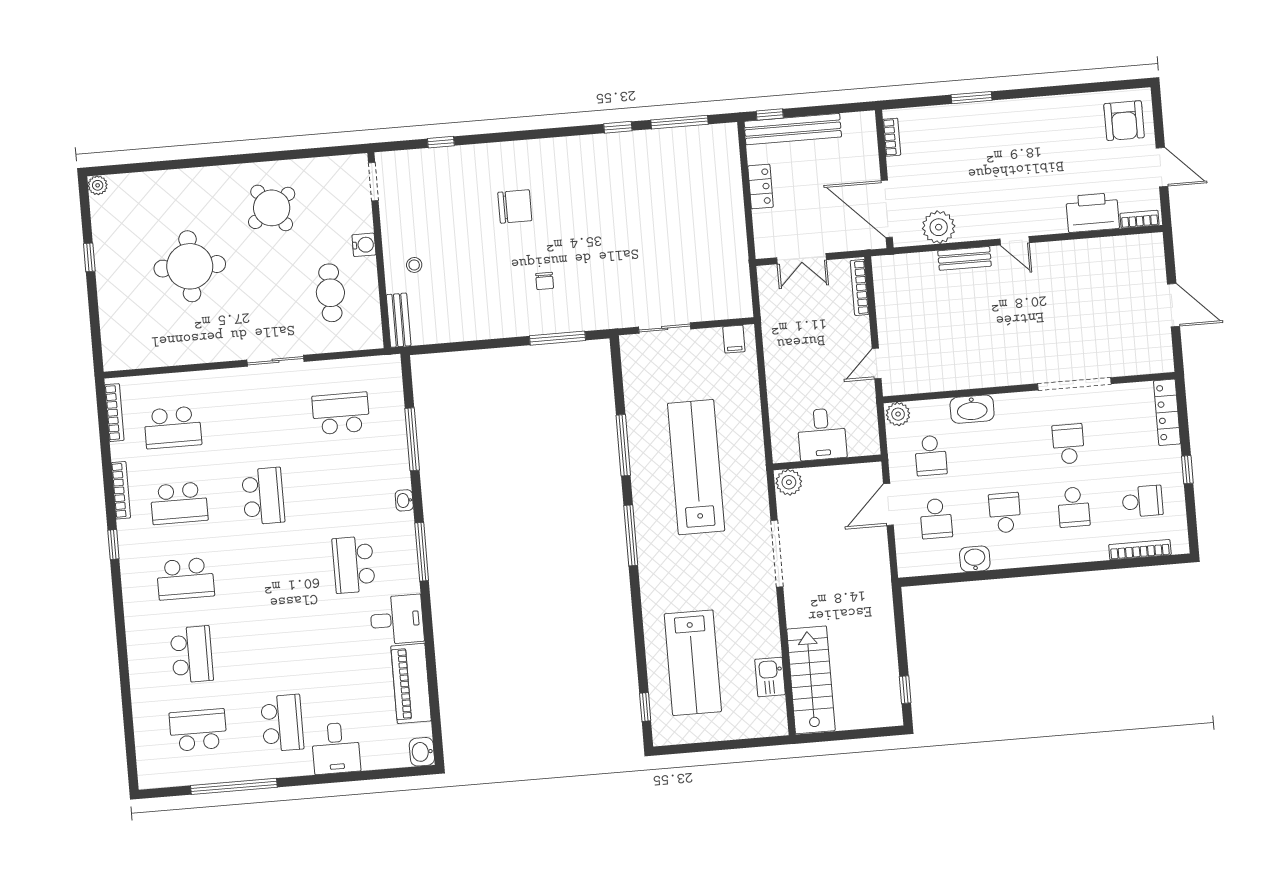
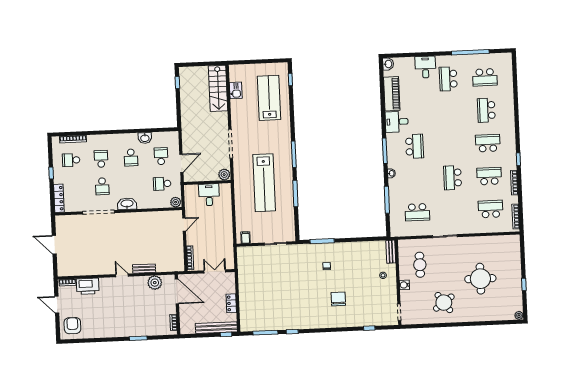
chair: (515, 206) -> (338, 299), turned 90
washbasin: (972, 409) -> (127, 204), moved
school desk: (931, 456) -> (162, 184), turned -90

